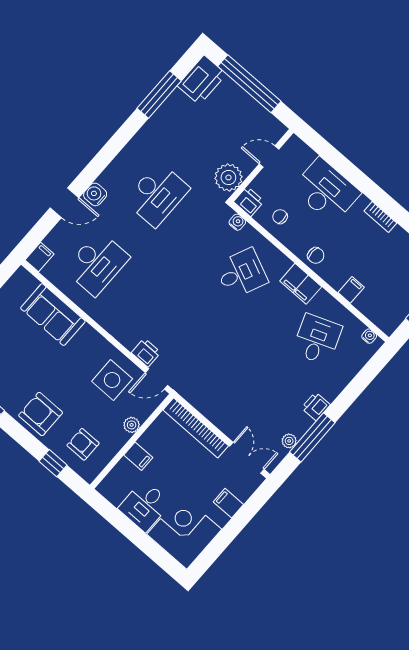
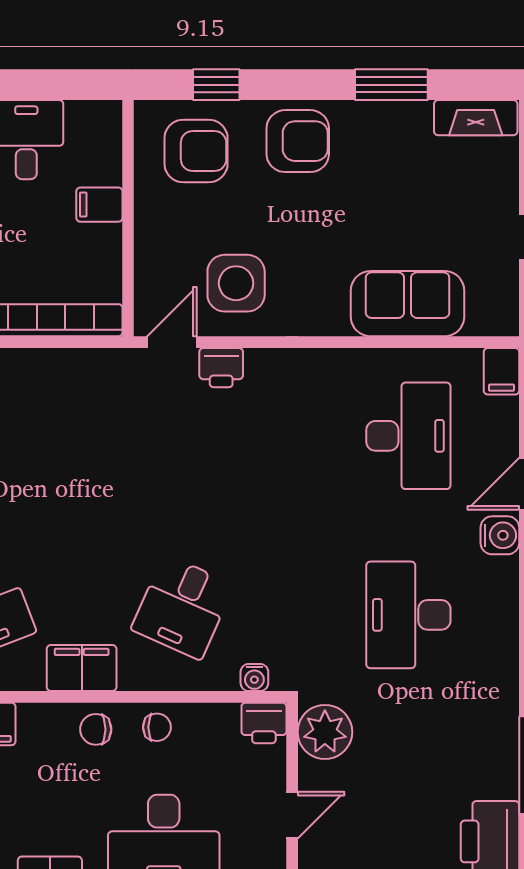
chair: (280, 217) -> (157, 727), moved
desk: (97, 263) -> (408, 436), turned 180
plant: (132, 425) -> (149, 242), removed
armchair: (83, 444) -> (196, 151), width x1.38, depth x1.38

